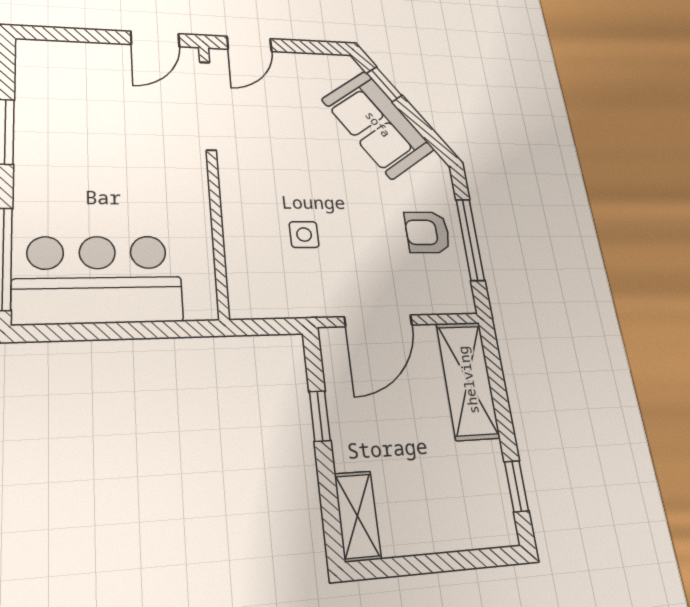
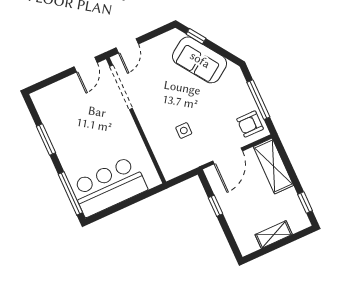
armchair: (427, 232) -> (250, 124), moved
shelving: (358, 516) -> (274, 234), moved, turned 90

